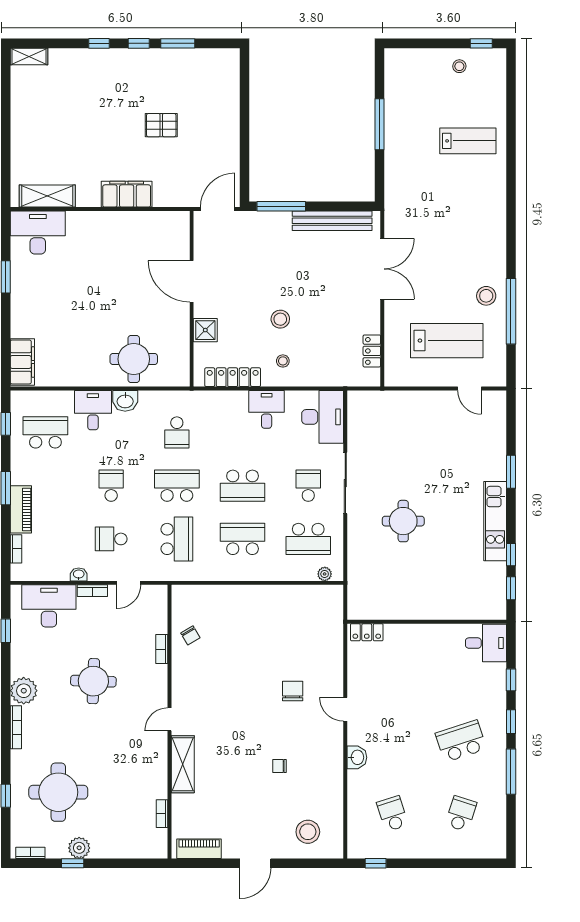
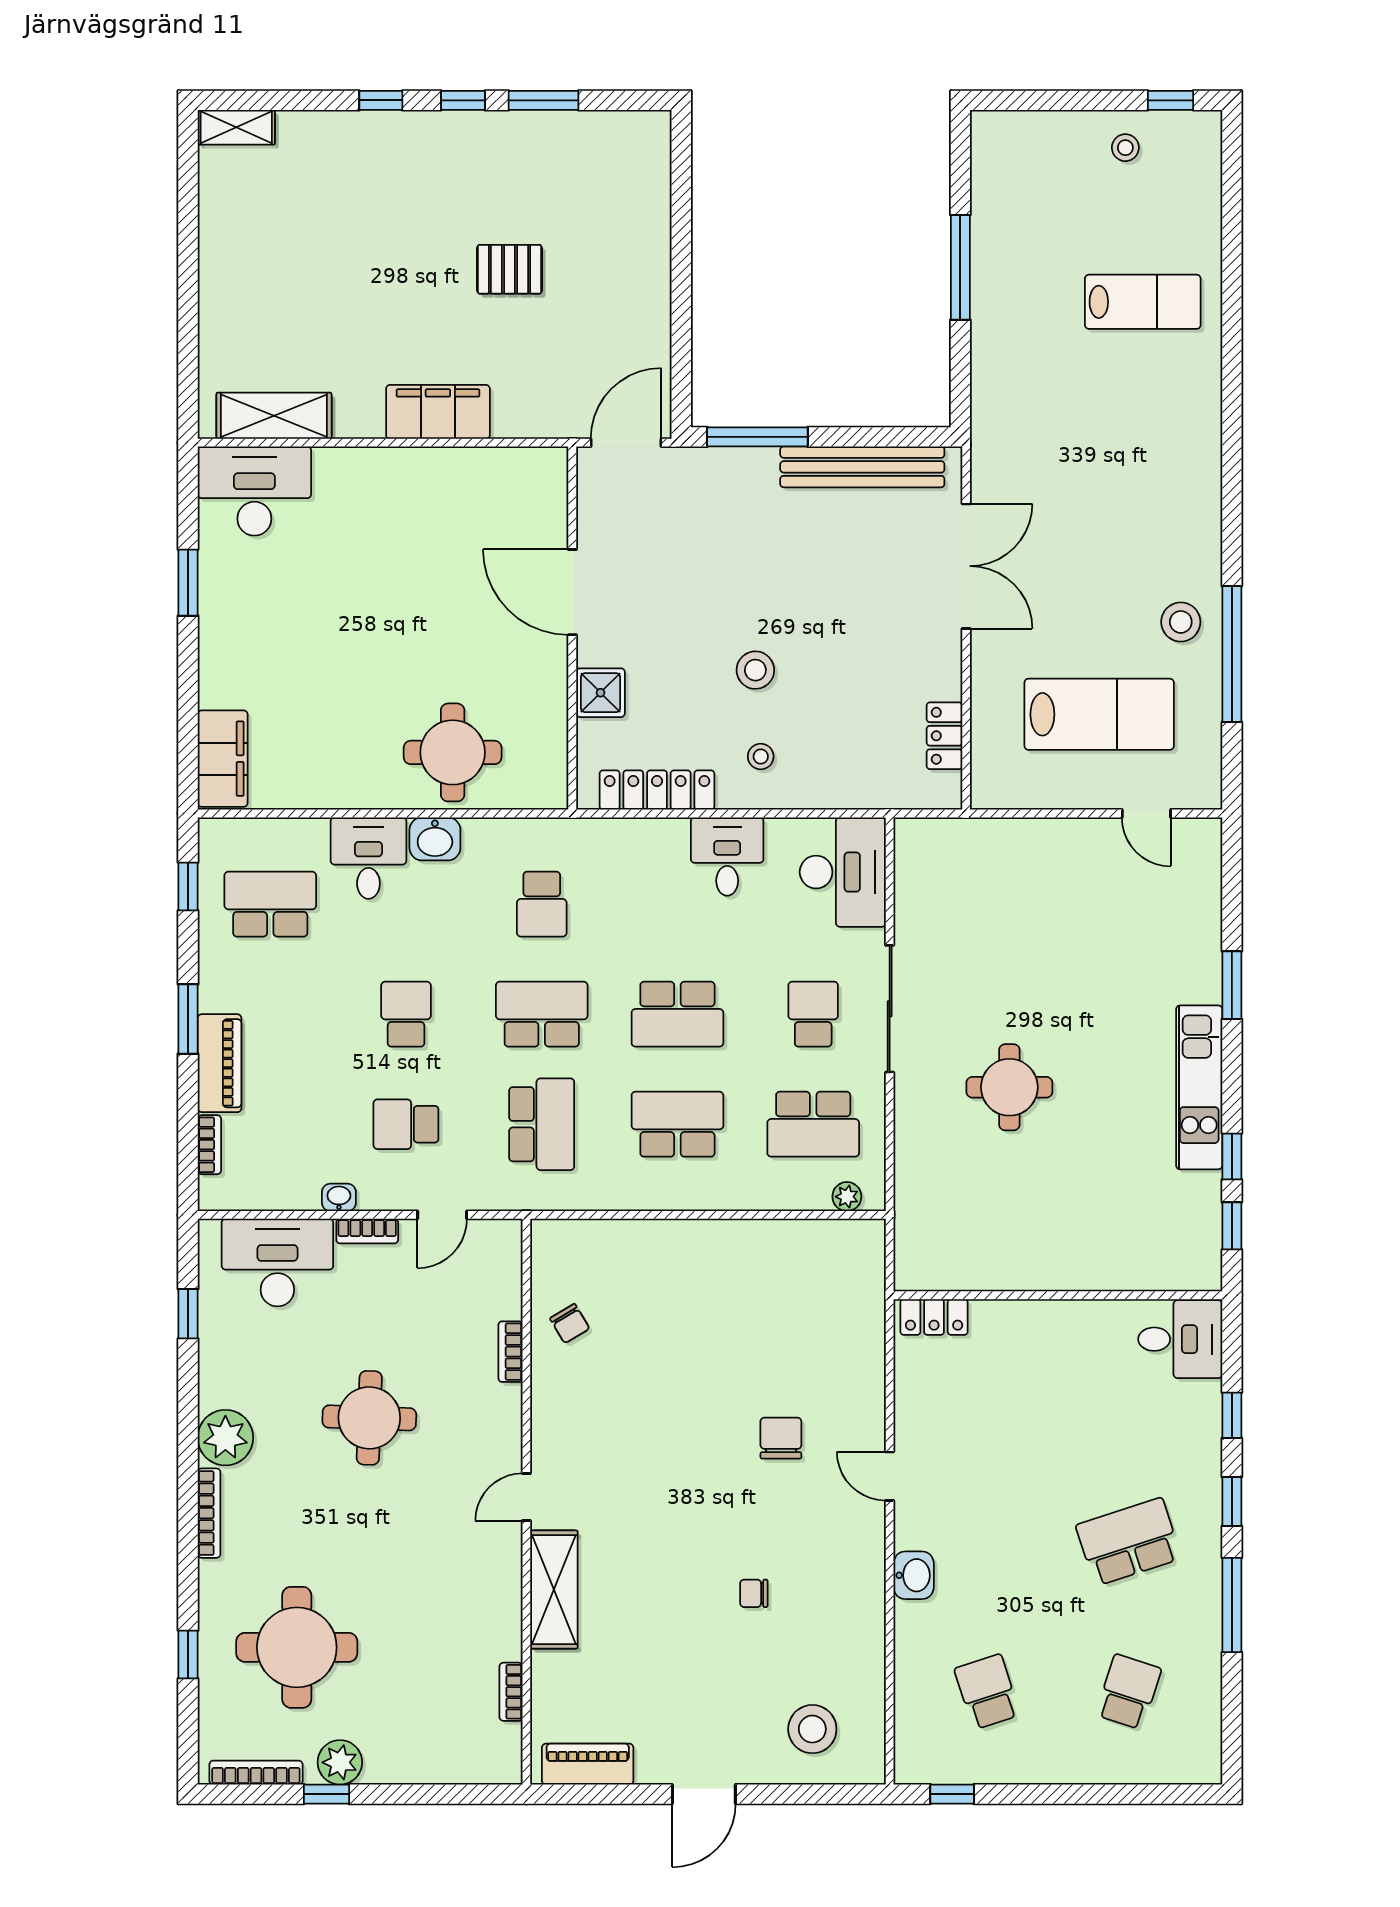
bookcase: (30, 853) -> (256, 1773), width x1.56

